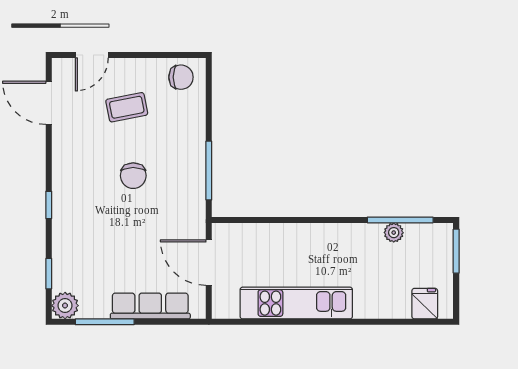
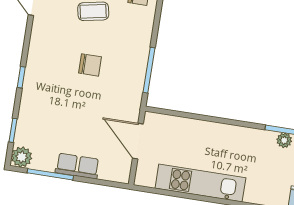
chair: (133, 176) -> (90, 65), turned -90
row of seats: (150, 306) -> (77, 166), width x0.68

